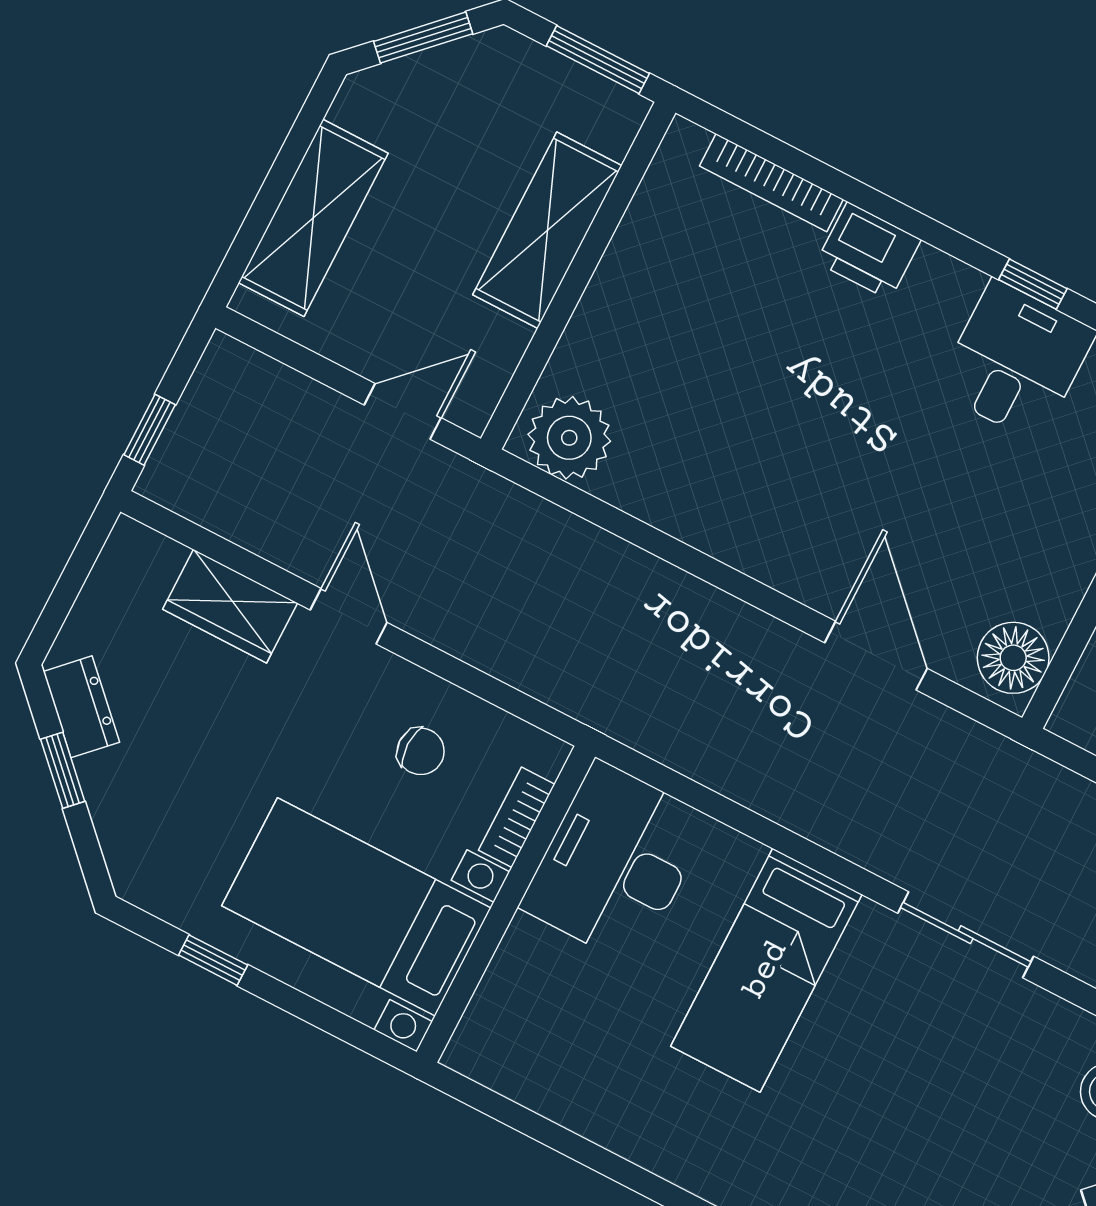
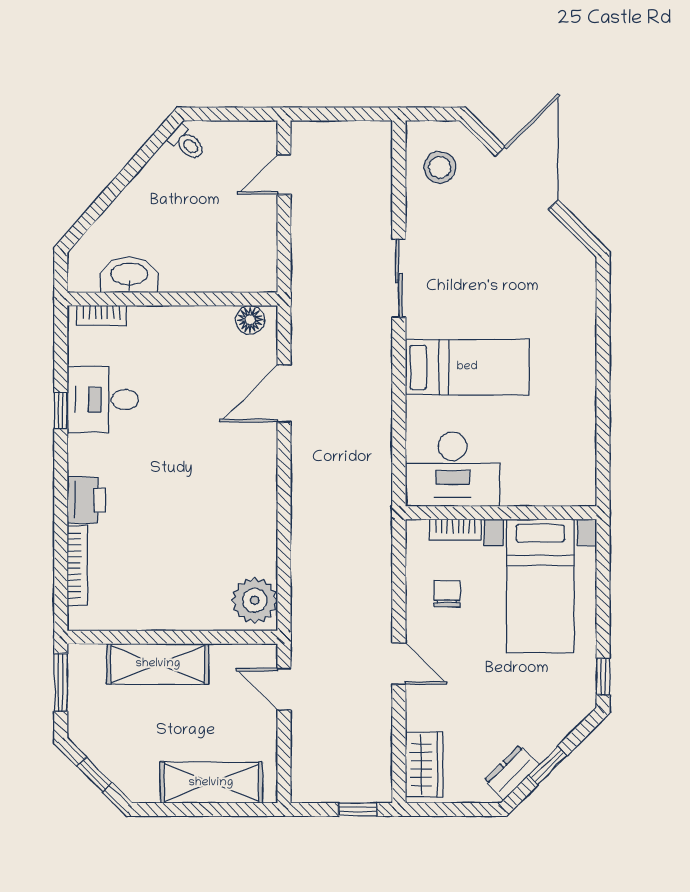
window: (423, 38) -> (94, 774), width x0.67
wardrobe: (230, 606) -> (424, 765), moved
door: (349, 616) -> (399, 664), swing flipped
floor lamp: (1013, 658) -> (250, 320), width x0.73, depth x0.73
window: (213, 960) -> (603, 677), moved

